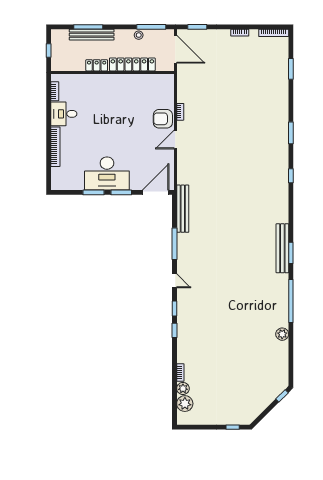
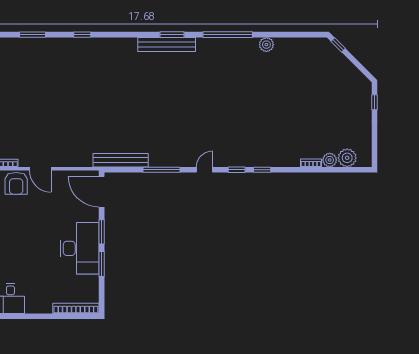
bookcase: (55, 147) -> (76, 308), moved

